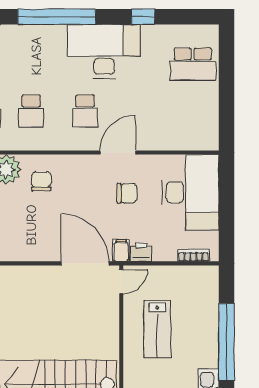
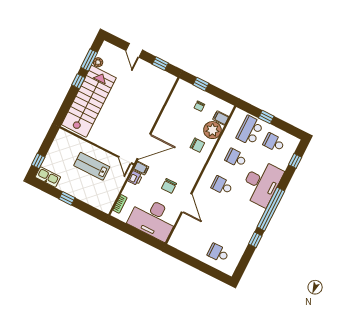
window: (57, 17) -> (271, 209), moved
desk: (104, 52) -> (262, 183), moved
school desk: (193, 64) -> (218, 253), width x0.54
door: (118, 153) -> (187, 203), moved
window: (226, 342) -> (67, 198), width x0.32

